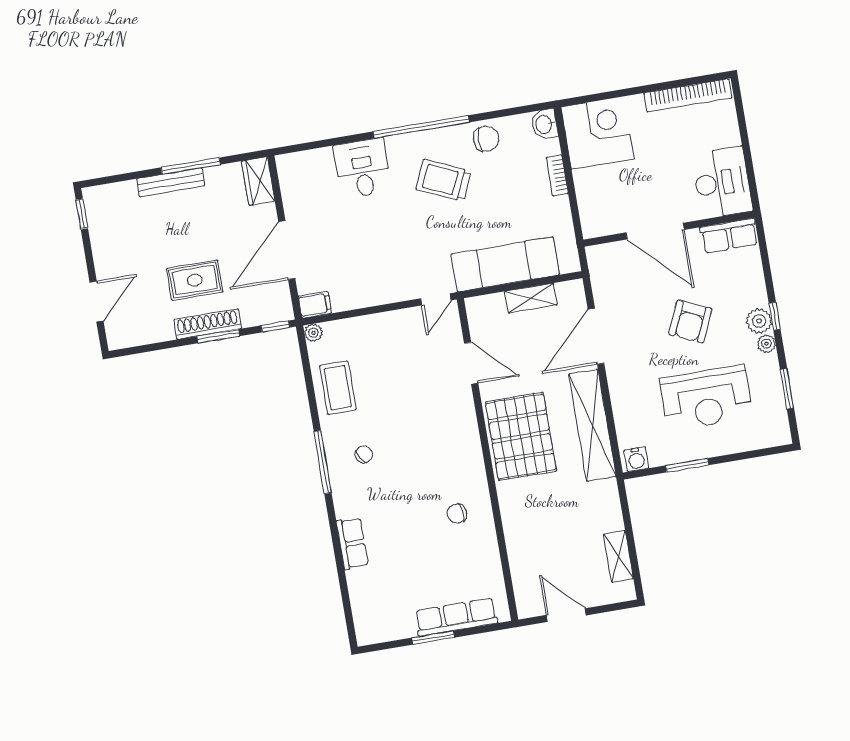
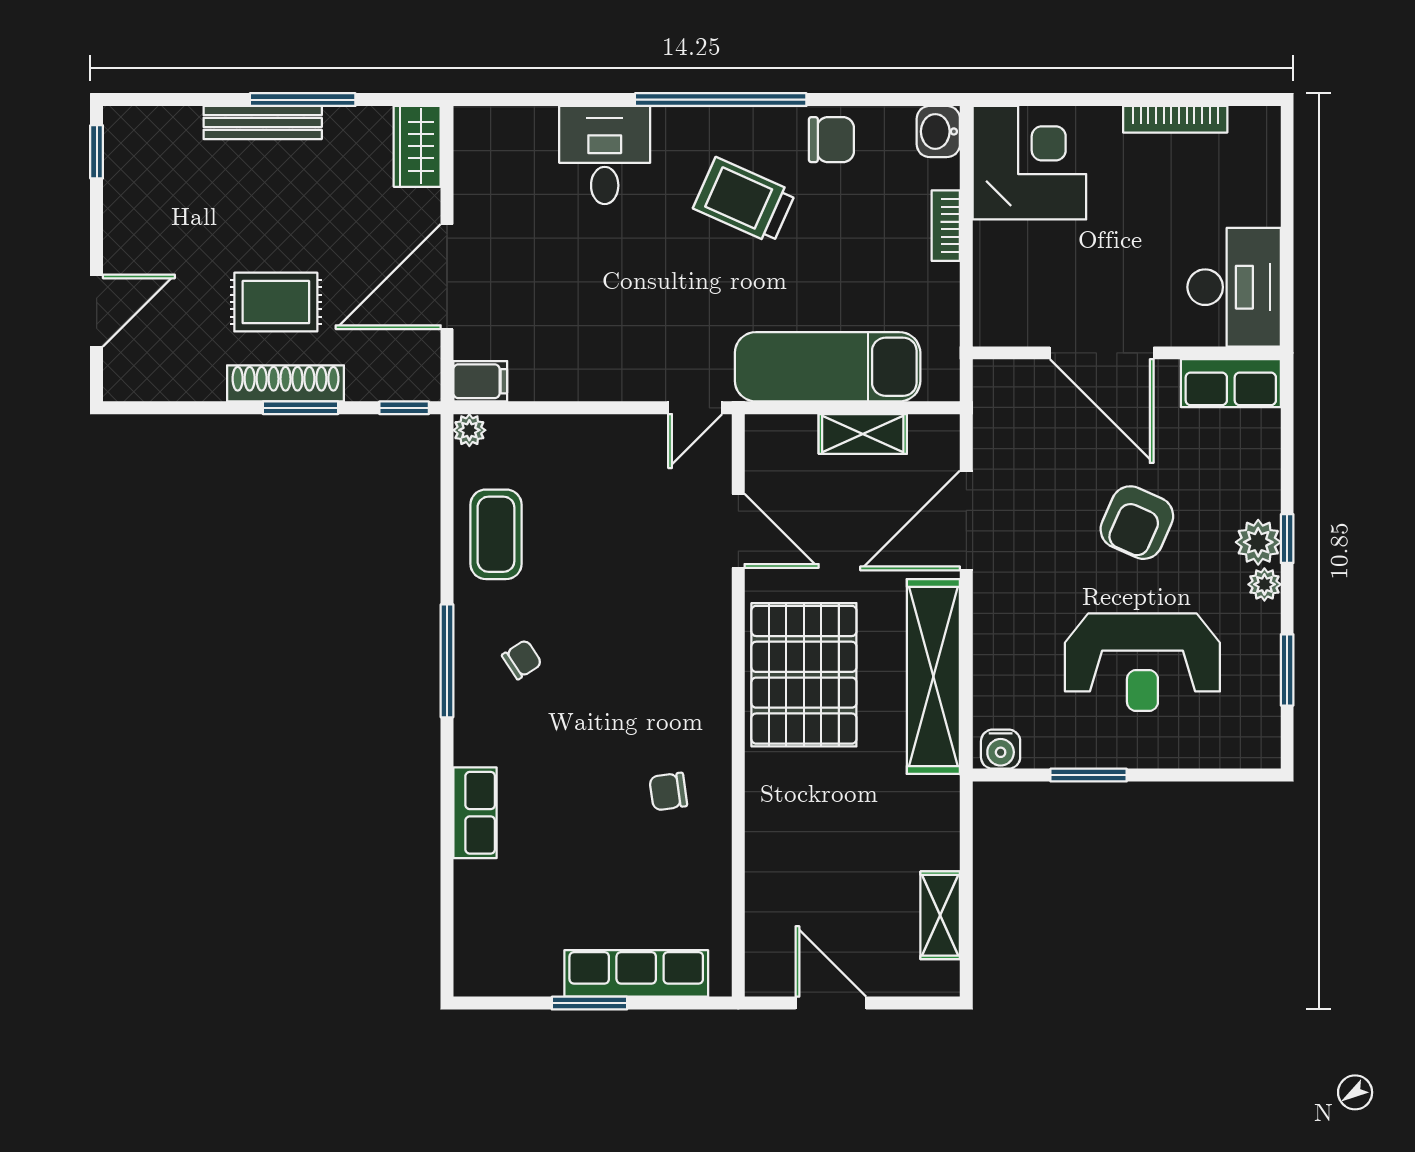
bookcase: (688, 95) -> (1175, 119), width x0.68, depth x0.76

